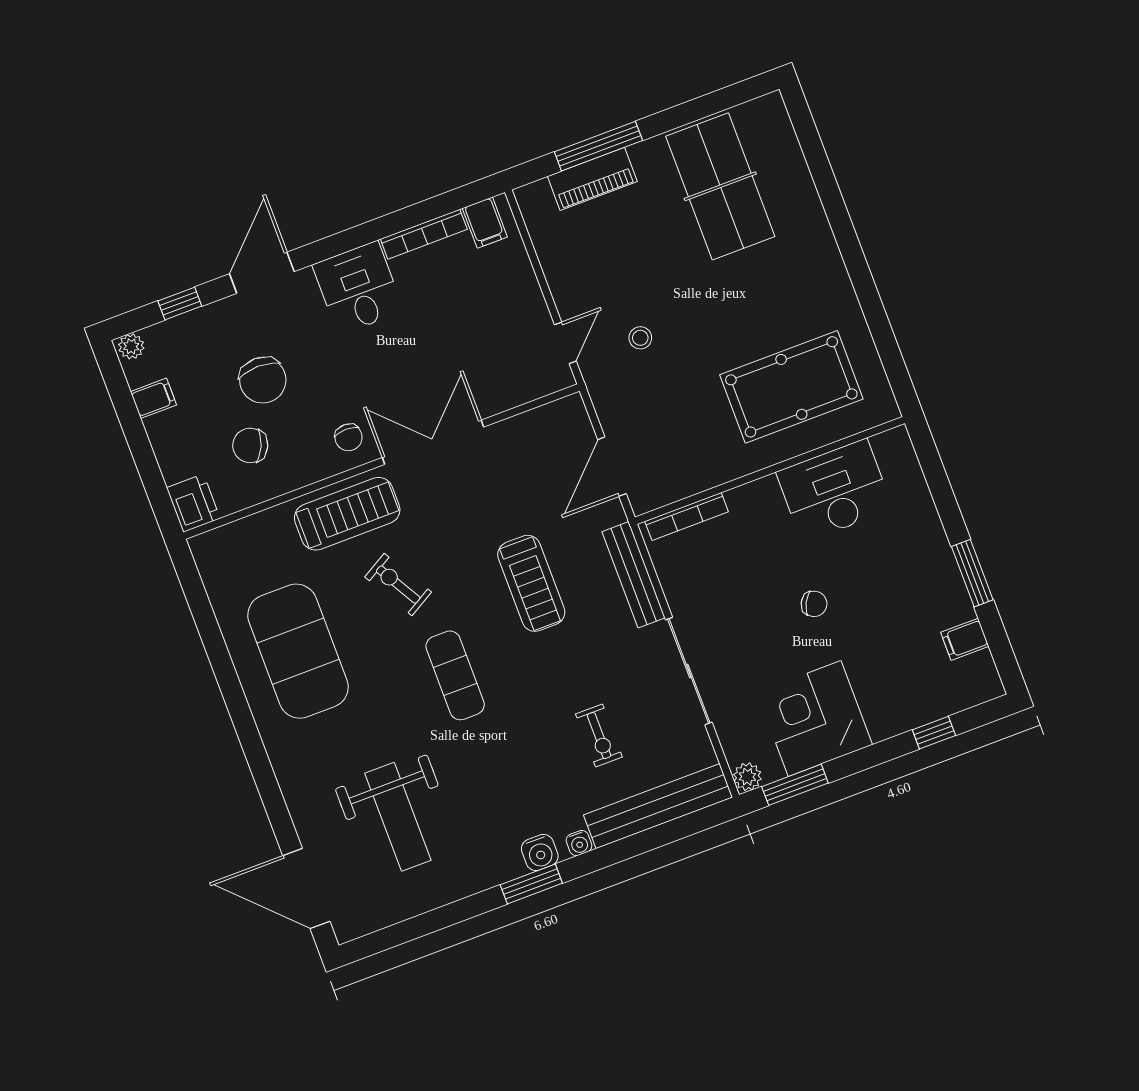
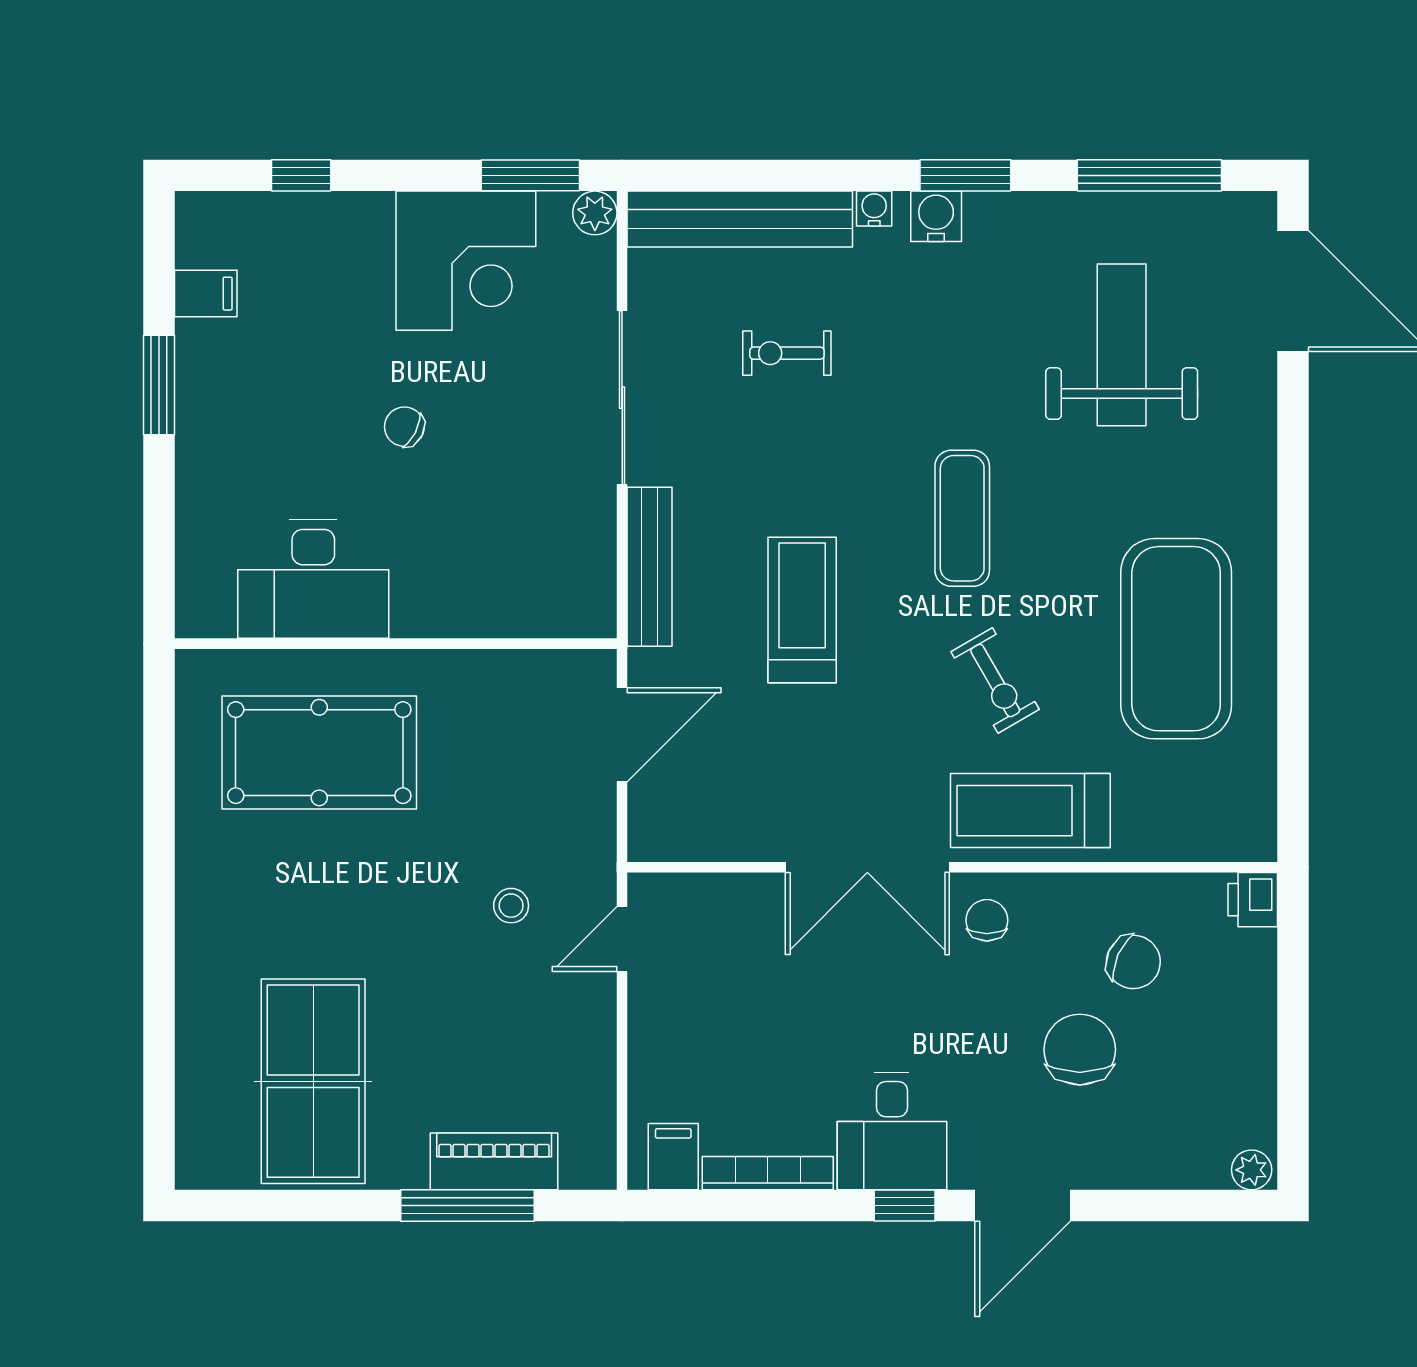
window: (180, 304) -> (905, 1205), moved
filing cabinet: (153, 398) -> (1248, 1083), removed
printer: (193, 503) -> (1253, 900), width x0.73, depth x0.81
bookcase: (687, 516) -> (541, 622), removed
exercise bike: (599, 736) -> (787, 353), turned -90
window: (420, 926) -> (1149, 175), added

